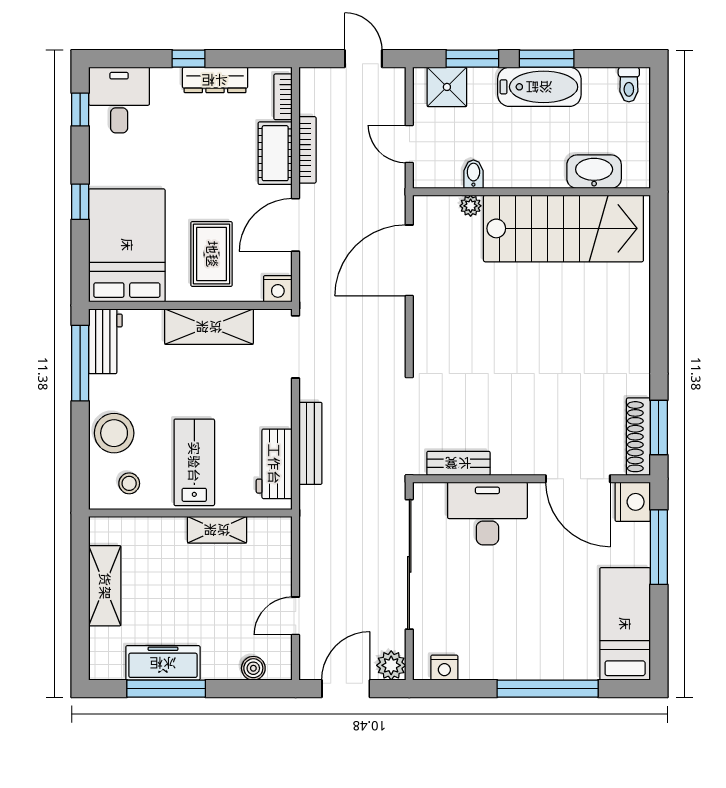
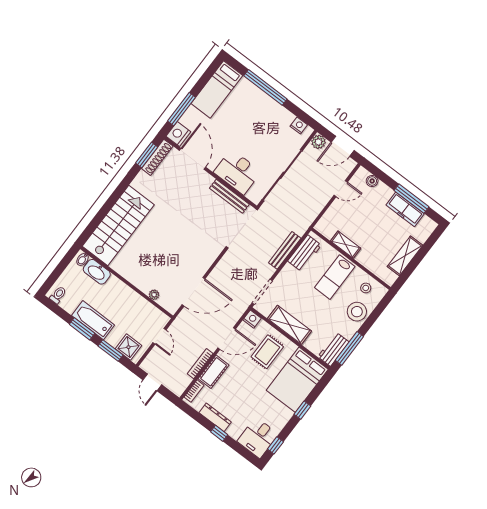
bidet: (473, 174) -> (83, 259), moved
stairs: (563, 228) -> (118, 225), moved, turned 90
bench: (458, 463) -> (229, 196), width x1.36

